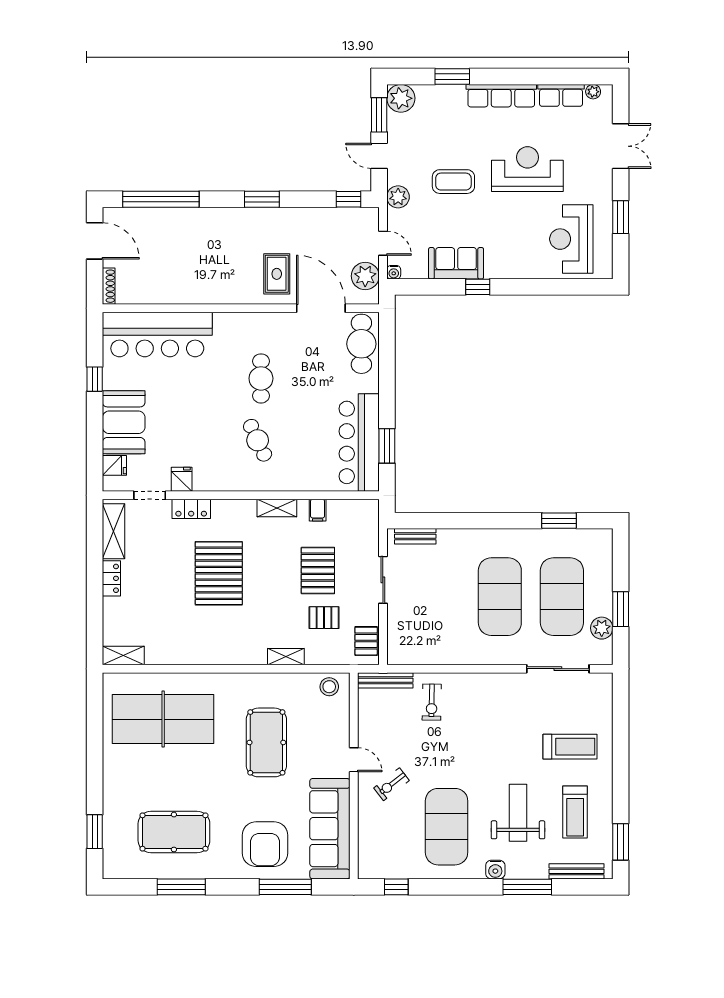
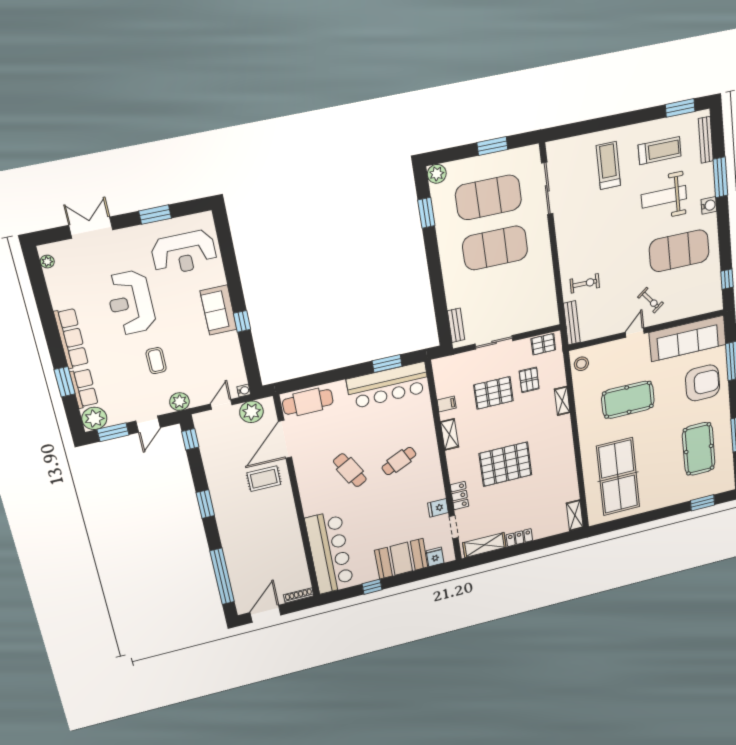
row of seats: (561, 95) -> (84, 388), moved
coffee table: (453, 182) -> (156, 361), width x0.73, depth x0.77
sofa: (456, 263) -> (219, 310), moved
cafe table: (261, 378) -> (350, 470), turned 61
plant: (602, 628) -> (437, 174), moved

